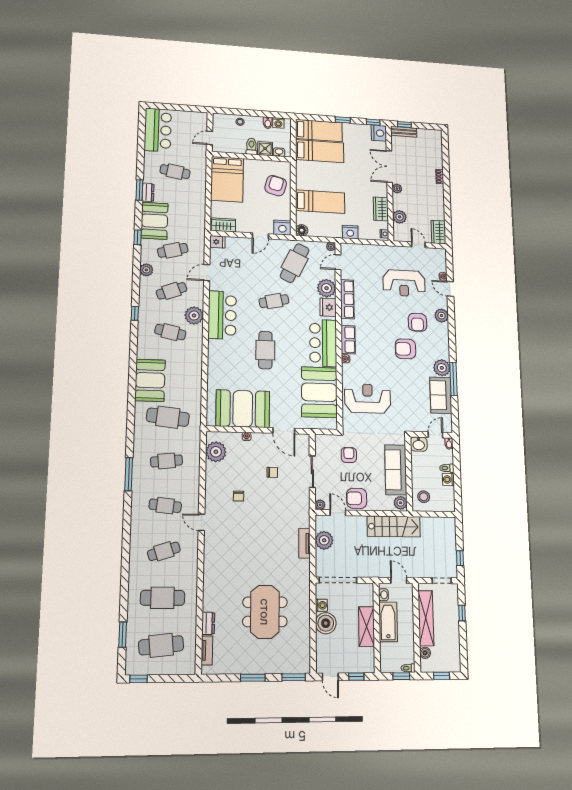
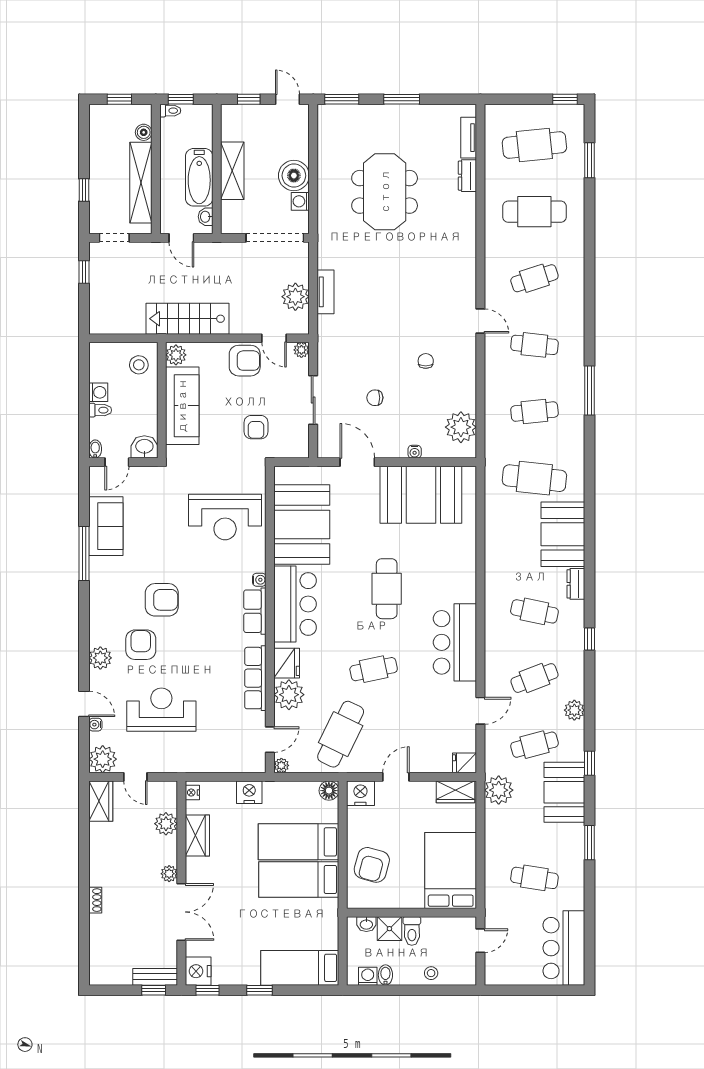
bed: (320, 151) -> (299, 879), moved
dresser: (148, 192) -> (576, 584), moved
plant: (194, 315) -> (499, 790), moved
plant: (442, 368) -> (103, 759), moved

